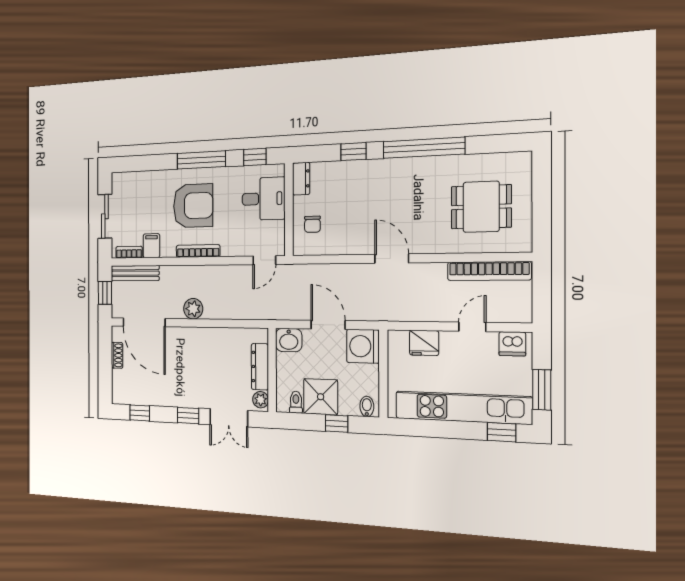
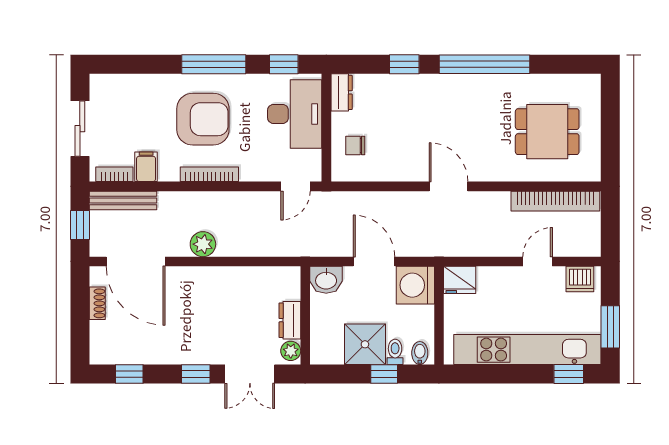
desk: (264, 199) -> (295, 114), width x1.37
chair: (312, 224) -> (355, 146), turned 90
fridge: (424, 343) -> (460, 280), moved
dresser: (260, 367) -> (290, 320), width x0.70
toilet: (296, 402) -> (395, 352), moved

